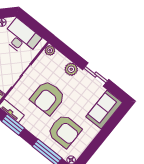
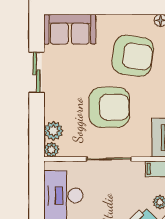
plant: (71, 69) -> (53, 131), moved
armchair: (64, 131) -> (133, 56), turned 98

